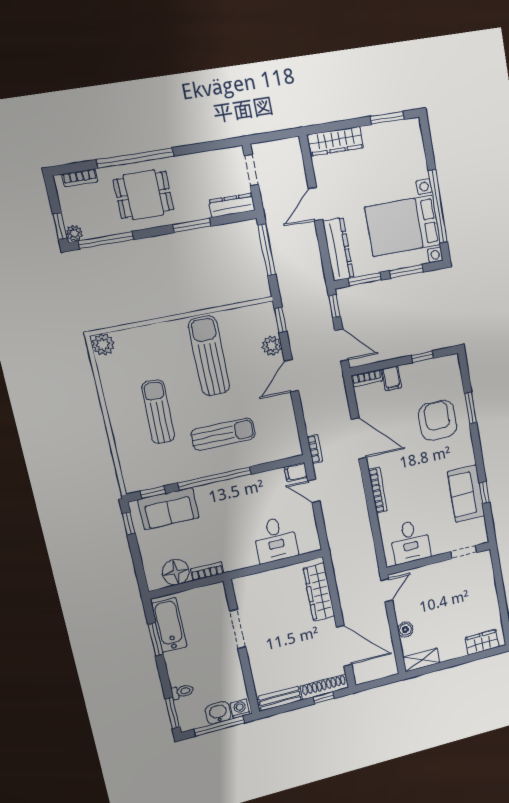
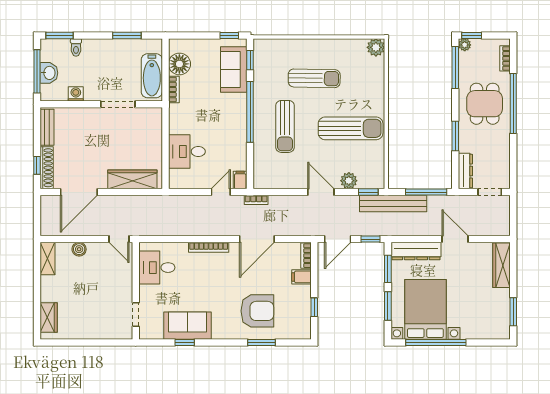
bench: (288, 287) -> (393, 204), added
bathtub: (169, 625) -> (152, 76), moved, turned 90
washing machine: (240, 709) -> (76, 94), moved, turned -90

